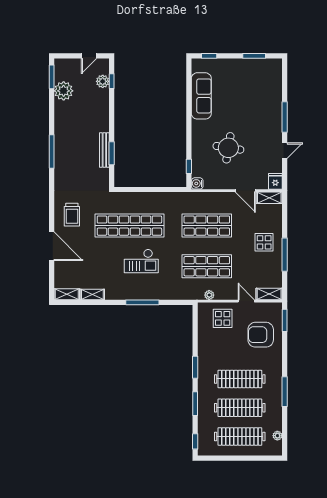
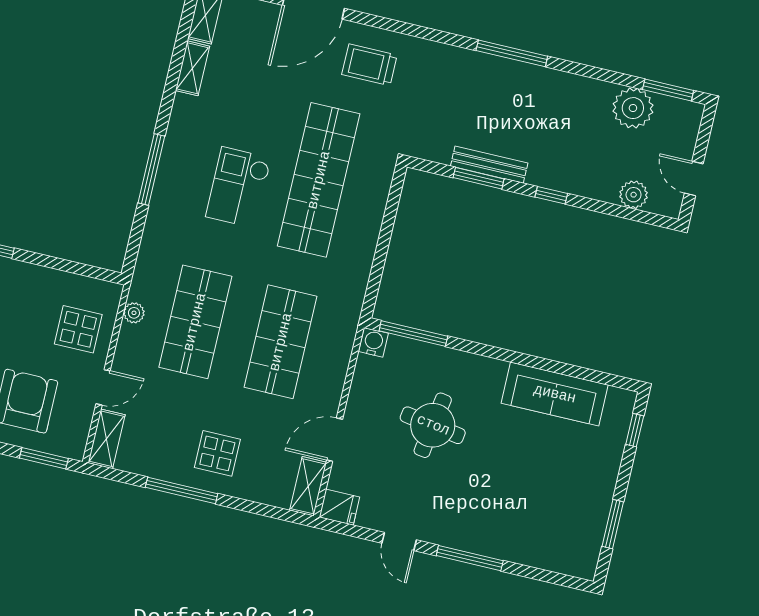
window: (112, 81) -> (551, 195), moved
window: (189, 166) -> (413, 334), width x2.17

